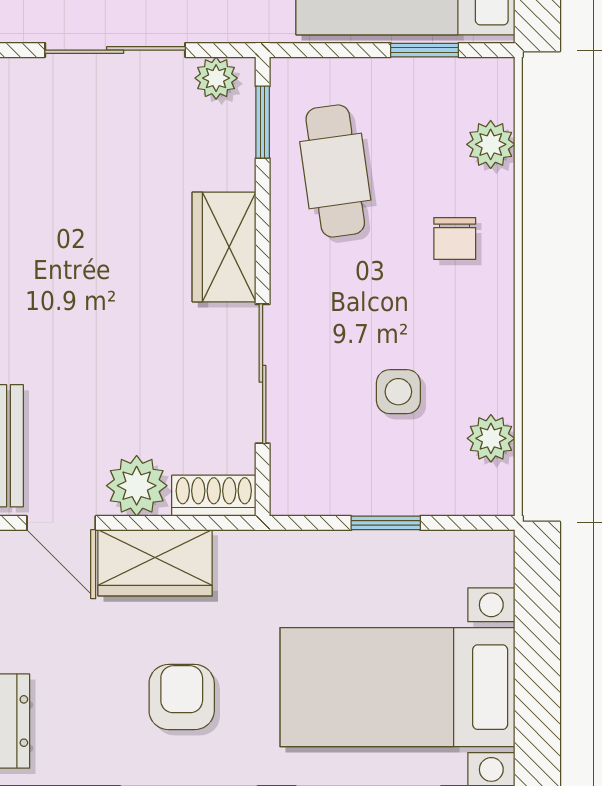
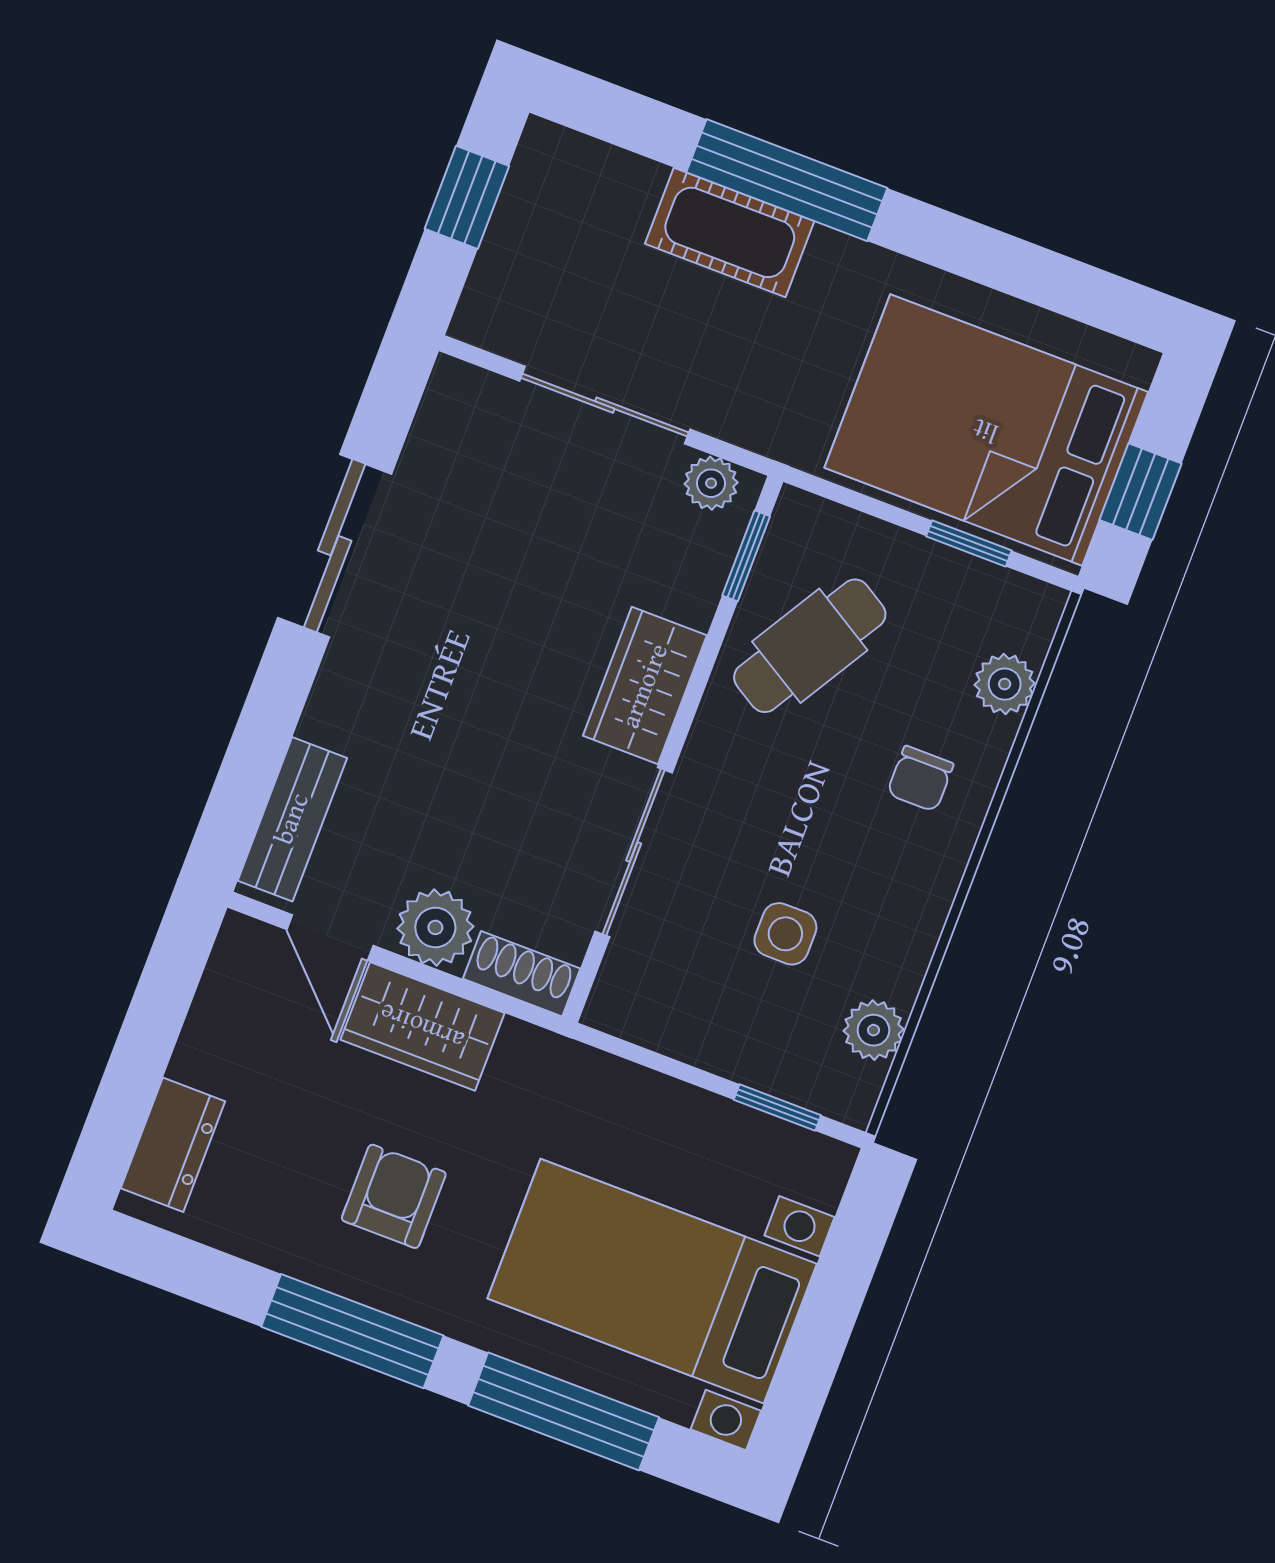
cafe table: (335, 171) -> (810, 646), turned 39
window: (386, 523) -> (777, 1107), moved

